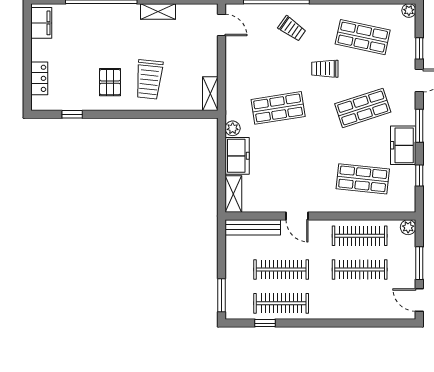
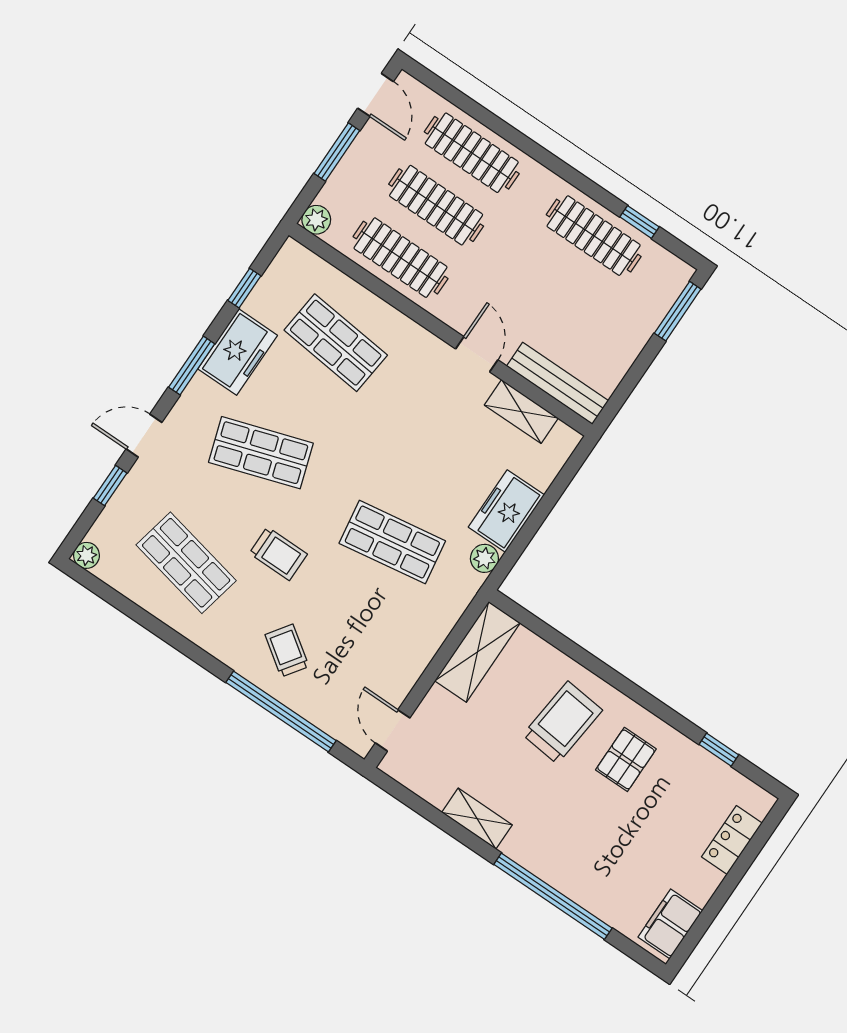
shelving: (210, 94) -> (478, 652), width x1.50, depth x1.33
shelving: (233, 194) -> (521, 412), moved, turned 90
clothes rail: (281, 270) -> (472, 153), moved

